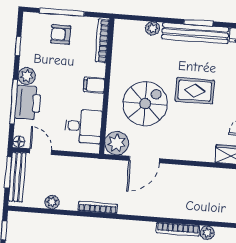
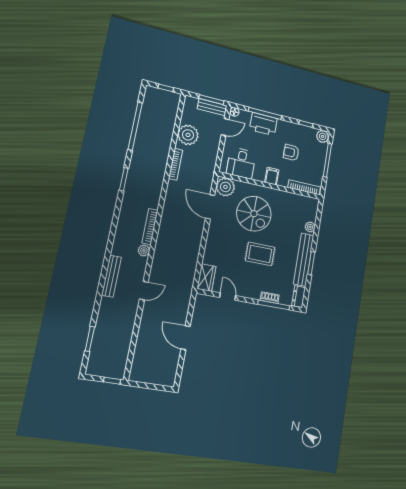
armchair: (61, 34) -> (291, 152), moved, turned -90
plant: (27, 76) -> (323, 136), moved
rug: (195, 91) -> (260, 254), turned 90
bench: (17, 177) -> (212, 107), width x0.73
plant: (52, 202) -> (188, 135), width x1.88, depth x1.88

